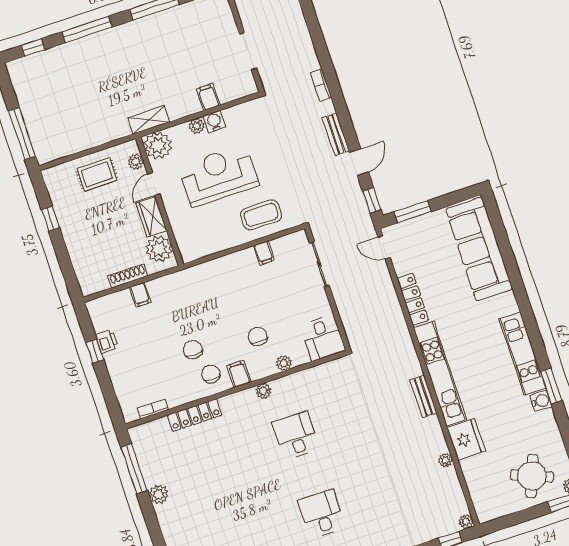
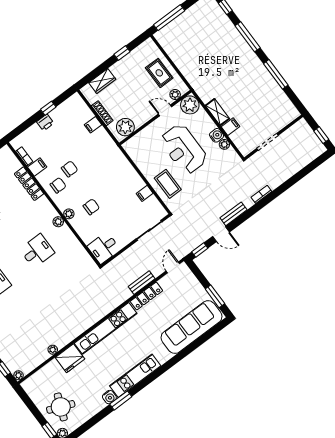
shelving: (149, 120) -> (217, 112), moved
plant: (197, 126) -> (224, 144), moved
reception desk: (219, 176) -> (184, 149), turned 180
window: (413, 212) -> (215, 296), moved
wardrobe: (151, 217) -> (102, 81), moved, turned 180
printer: (107, 341) -> (45, 122), moved
plant: (284, 363) -> (69, 214), moved
filing cabinet: (239, 374) -> (37, 167), moved
bench: (424, 396) -> (142, 283), moved

